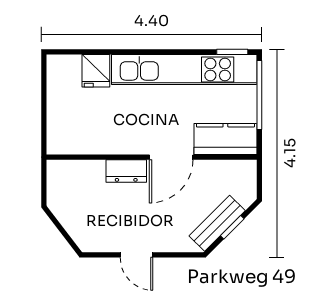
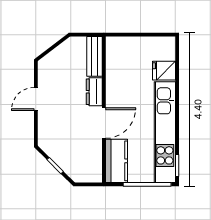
door: (171, 157) -> (104, 123), swing flipped
bench: (217, 223) -> (94, 56), moved, turned 45

